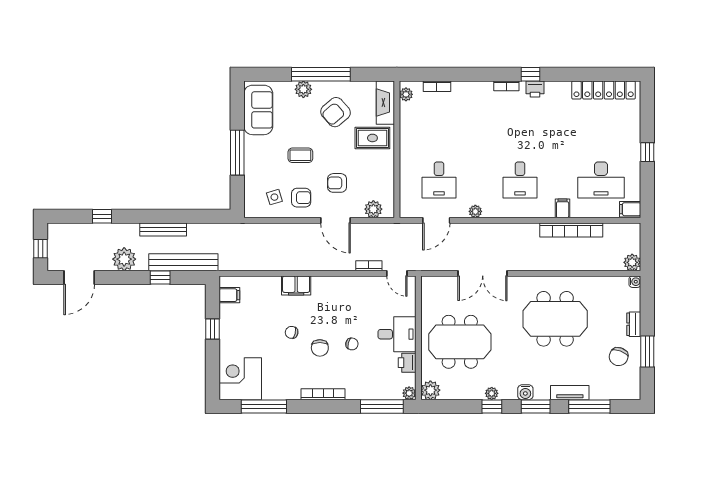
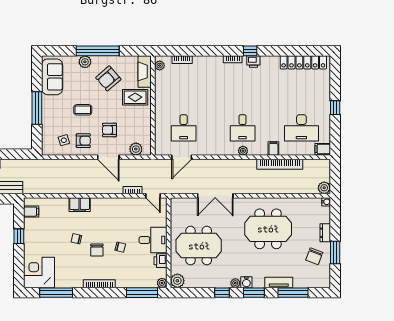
plant: (475, 211) -> (243, 151), moved
plant: (492, 393) -> (235, 283), moved

